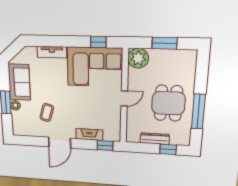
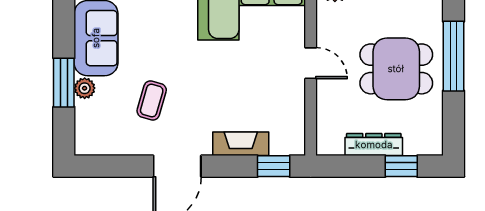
door: (124, 98) -> (311, 63), hinge flipped
dining table: (168, 103) -> (396, 69), turned 90
window: (198, 111) -> (454, 56), moved

